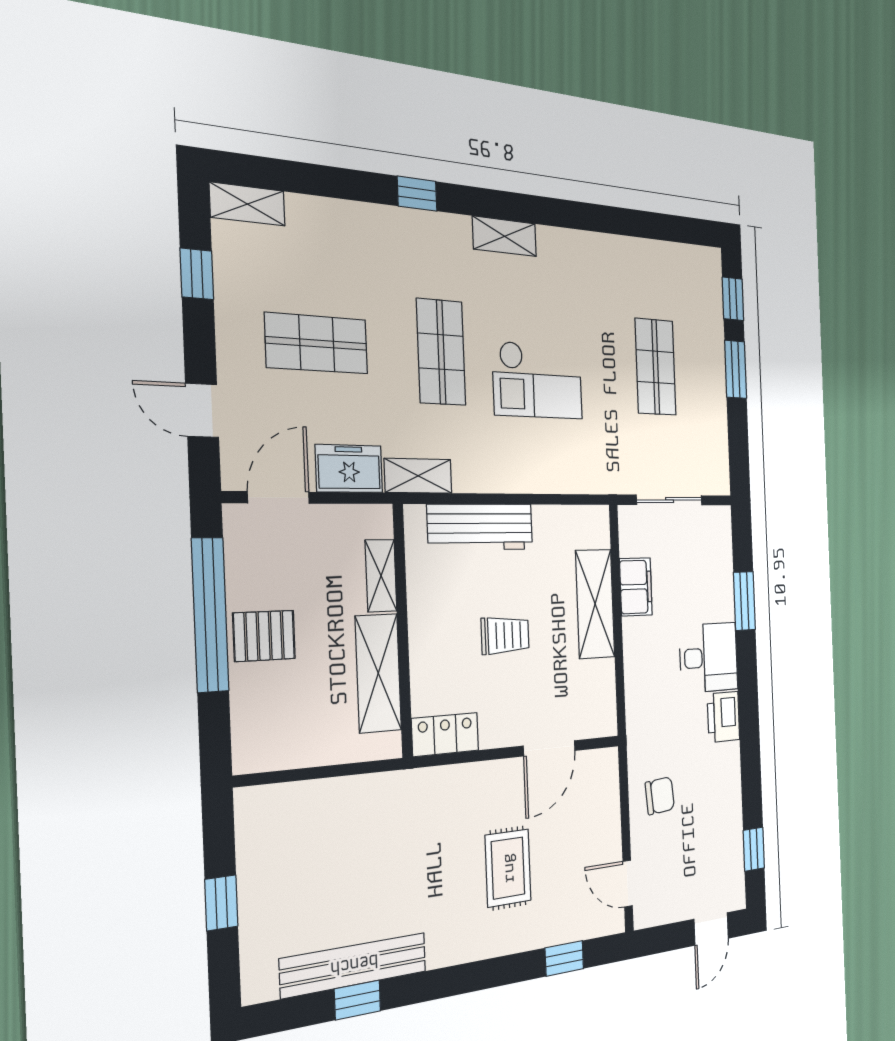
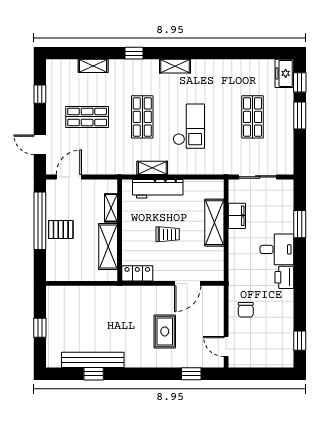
shelving: (247, 204) -> (93, 66), moved
checkout: (538, 380) -> (189, 126), turned -90
freezer: (349, 469) -> (284, 73), moved, turned -90
shelving: (418, 476) -> (152, 168), moved
chair: (660, 796) -> (246, 310), turned 95
door: (711, 929) -> (272, 374), removed

